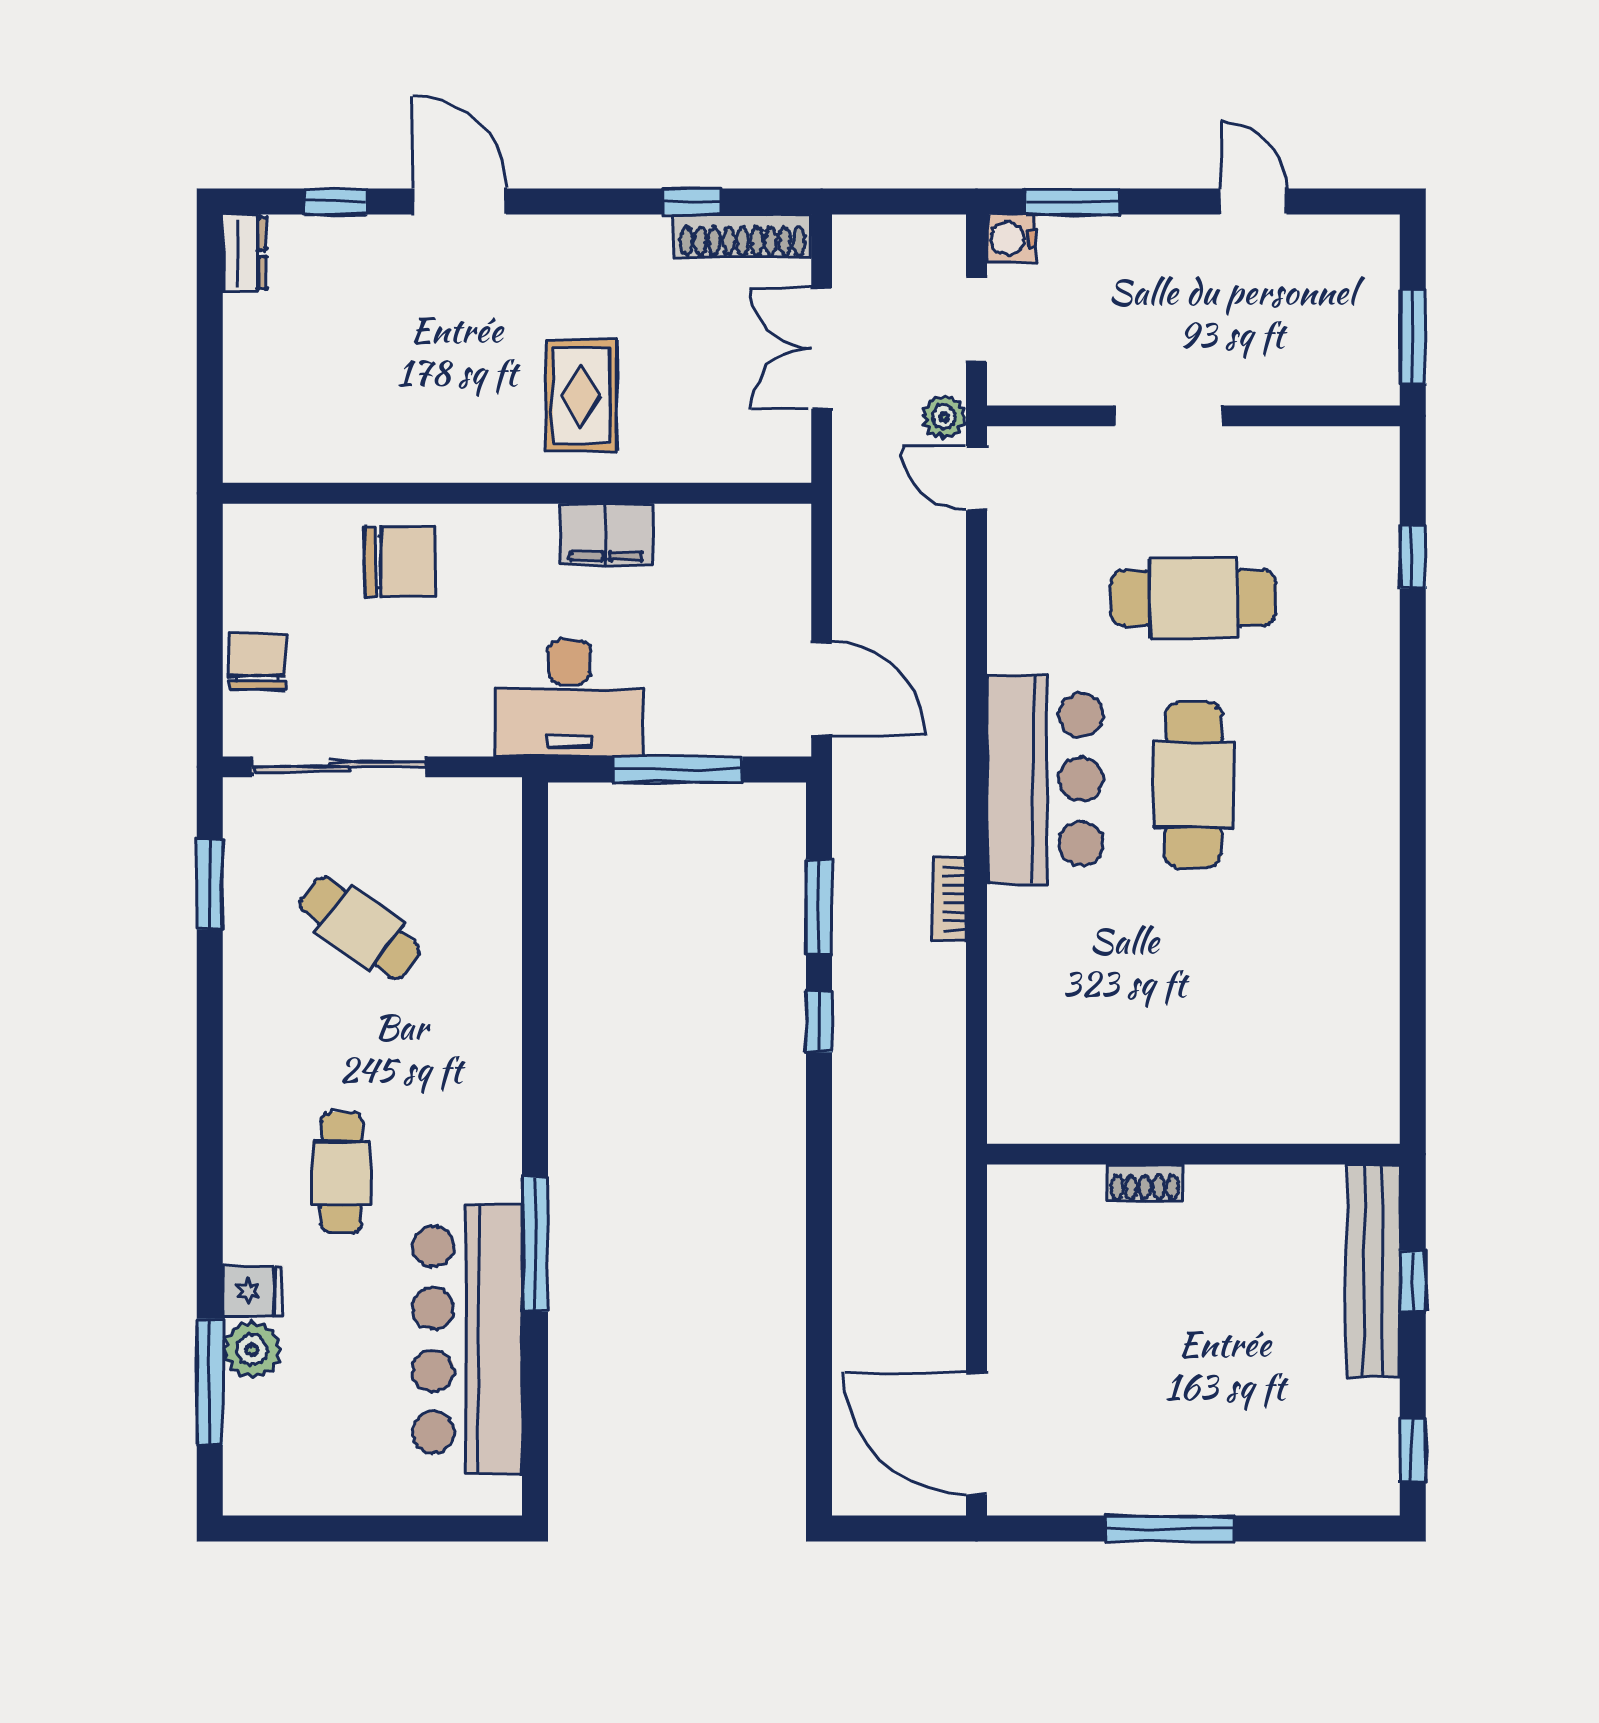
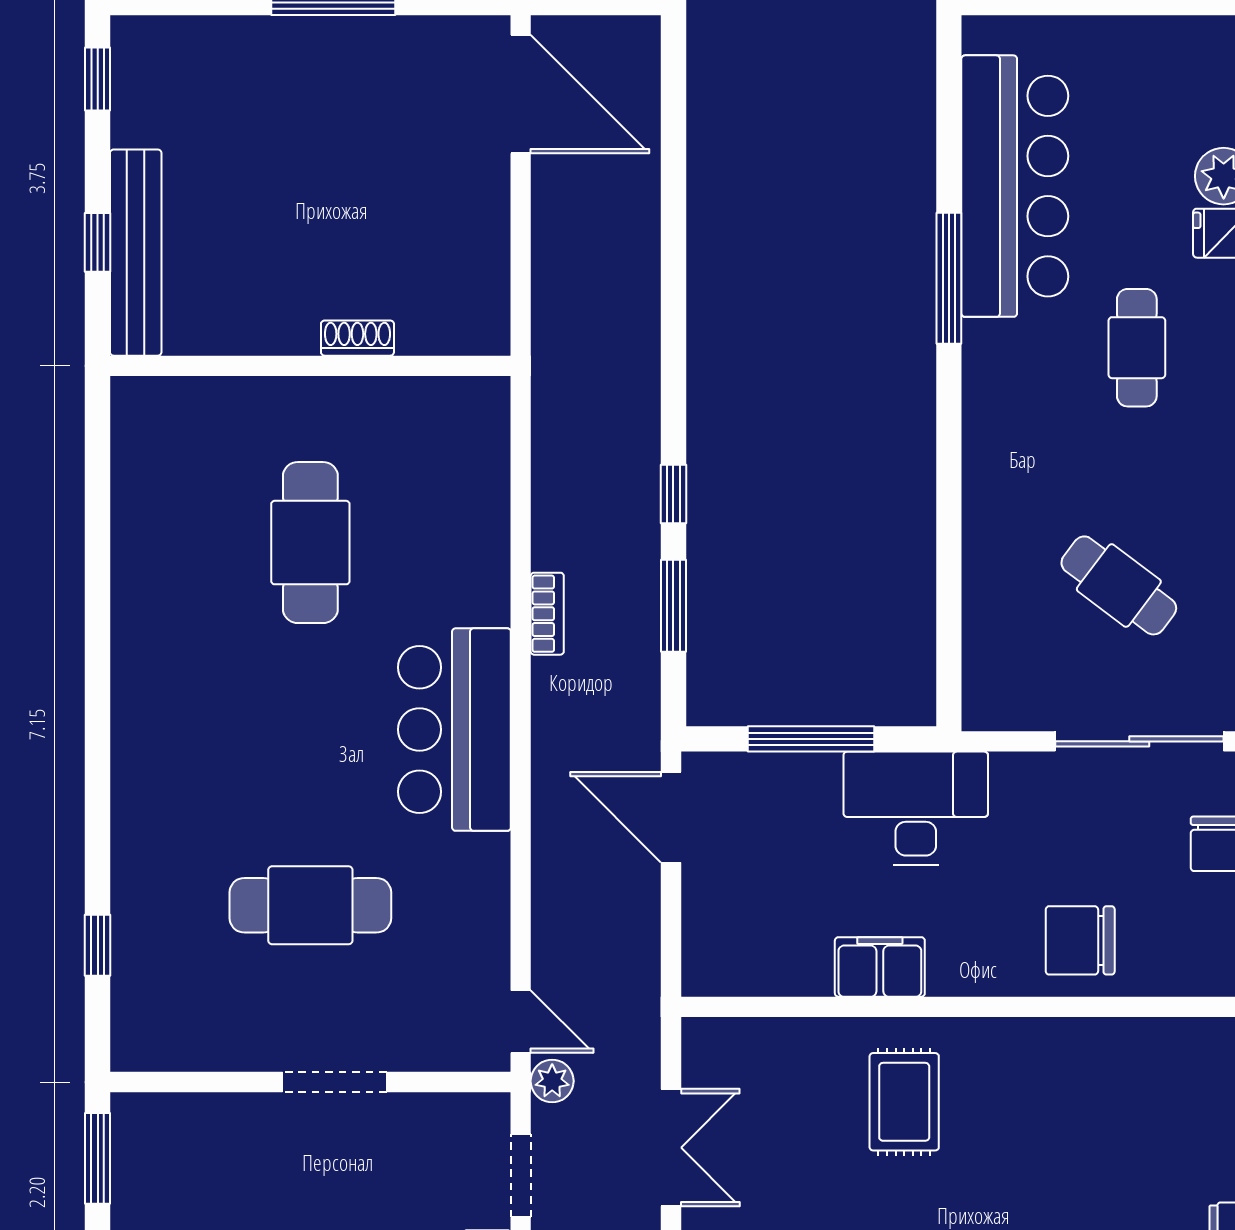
cafe table: (1193, 785) -> (310, 543), moved

